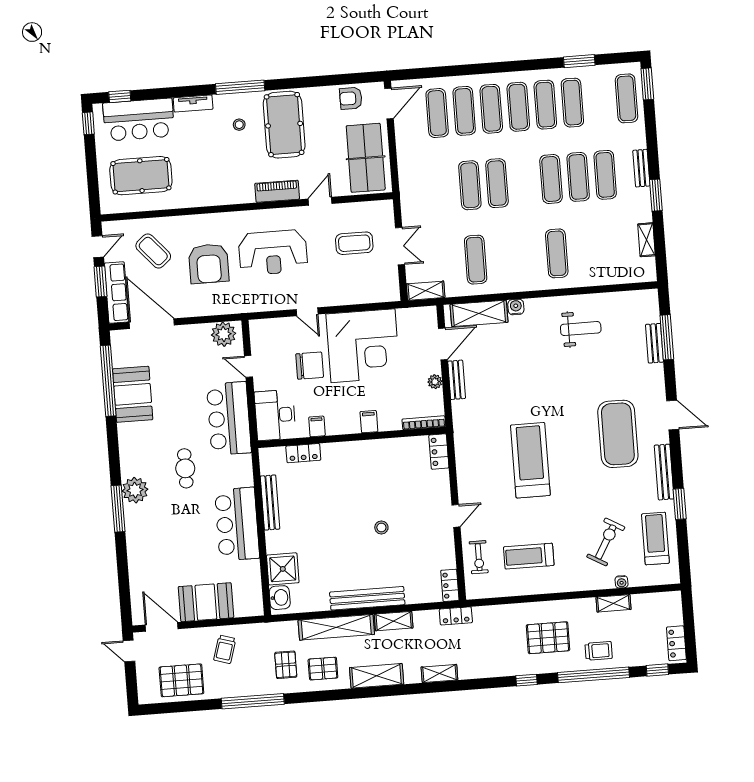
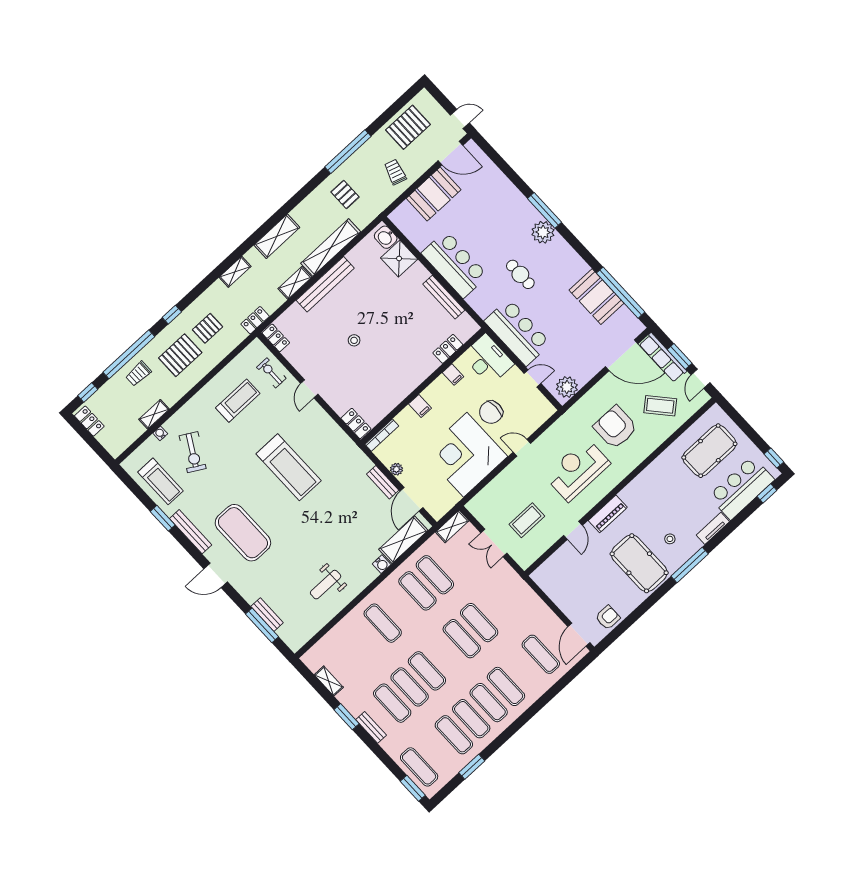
exercise mat: (464, 111) -> (417, 591), moved
table tennis table: (366, 158) -> (565, 585), removed
pallet: (323, 669) -> (208, 328), moved

